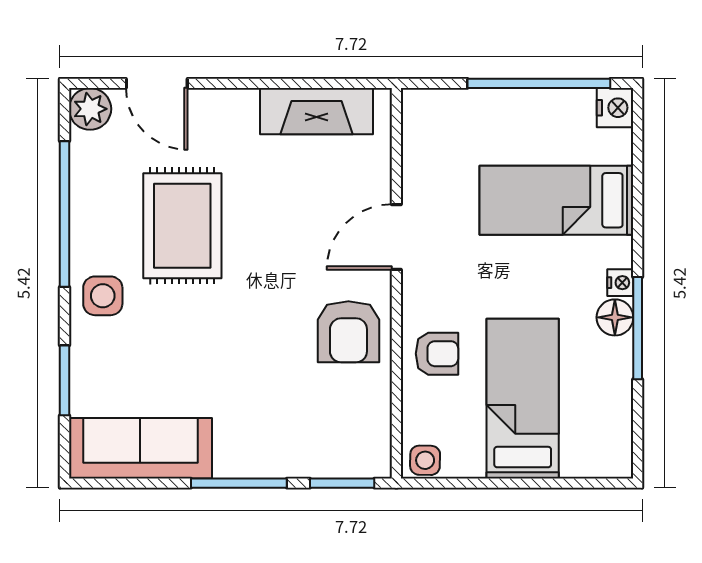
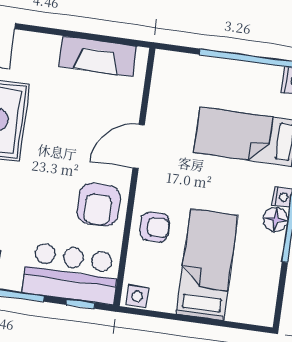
bar counter: (322, 440) -> (71, 273), added
window: (342, 483) -> (80, 304), width x0.67

